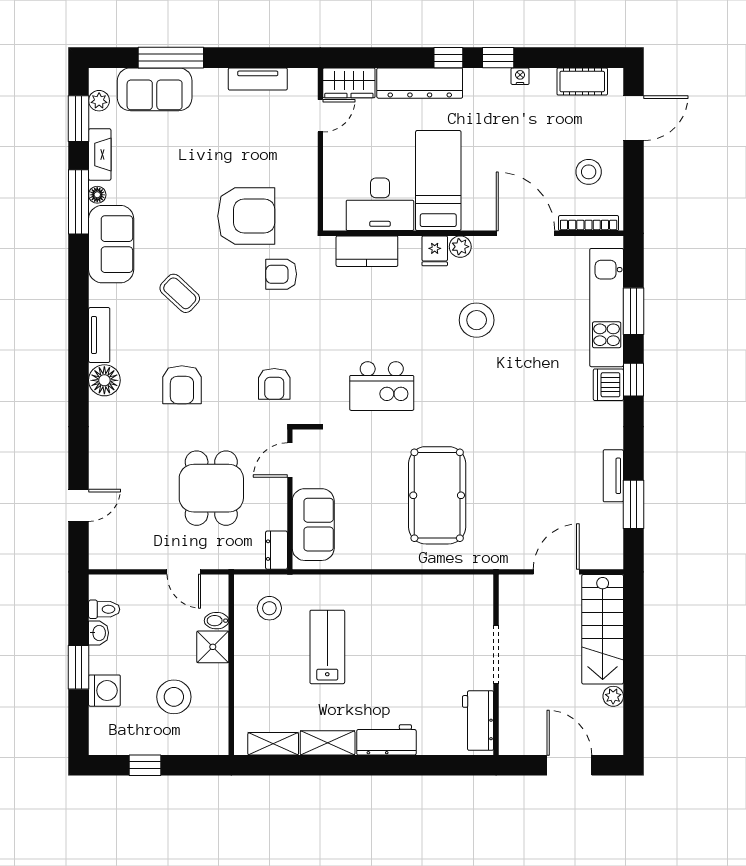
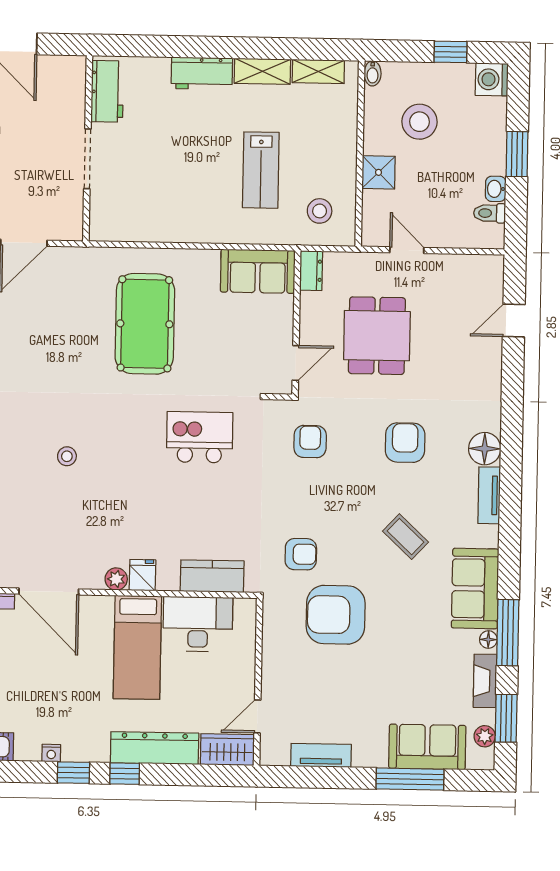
stool: (477, 320) -> (67, 456), moved, width x0.53, depth x0.53
sofa: (313, 525) -> (258, 271), moved, turned -90
bidet: (217, 621) -> (373, 73), moved, turned 90
washing machine: (104, 691) -> (492, 79), moved

